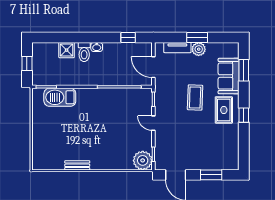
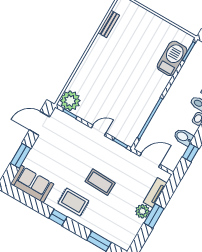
bidet: (119, 51) -> (183, 137), added
sofa: (229, 76) -> (32, 184), moved
bench: (77, 165) -> (109, 24), moved

